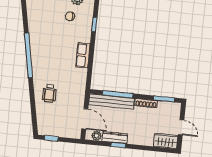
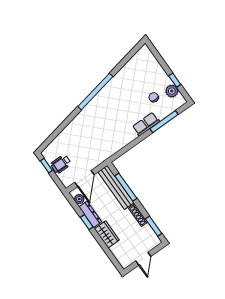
window: (94, 24) -> (164, 122), width x2.17
row of seats: (83, 55) -> (146, 124), moved
wheelchair: (49, 93) -> (61, 164), moved
wardrobe: (166, 141) -> (107, 234), moved

